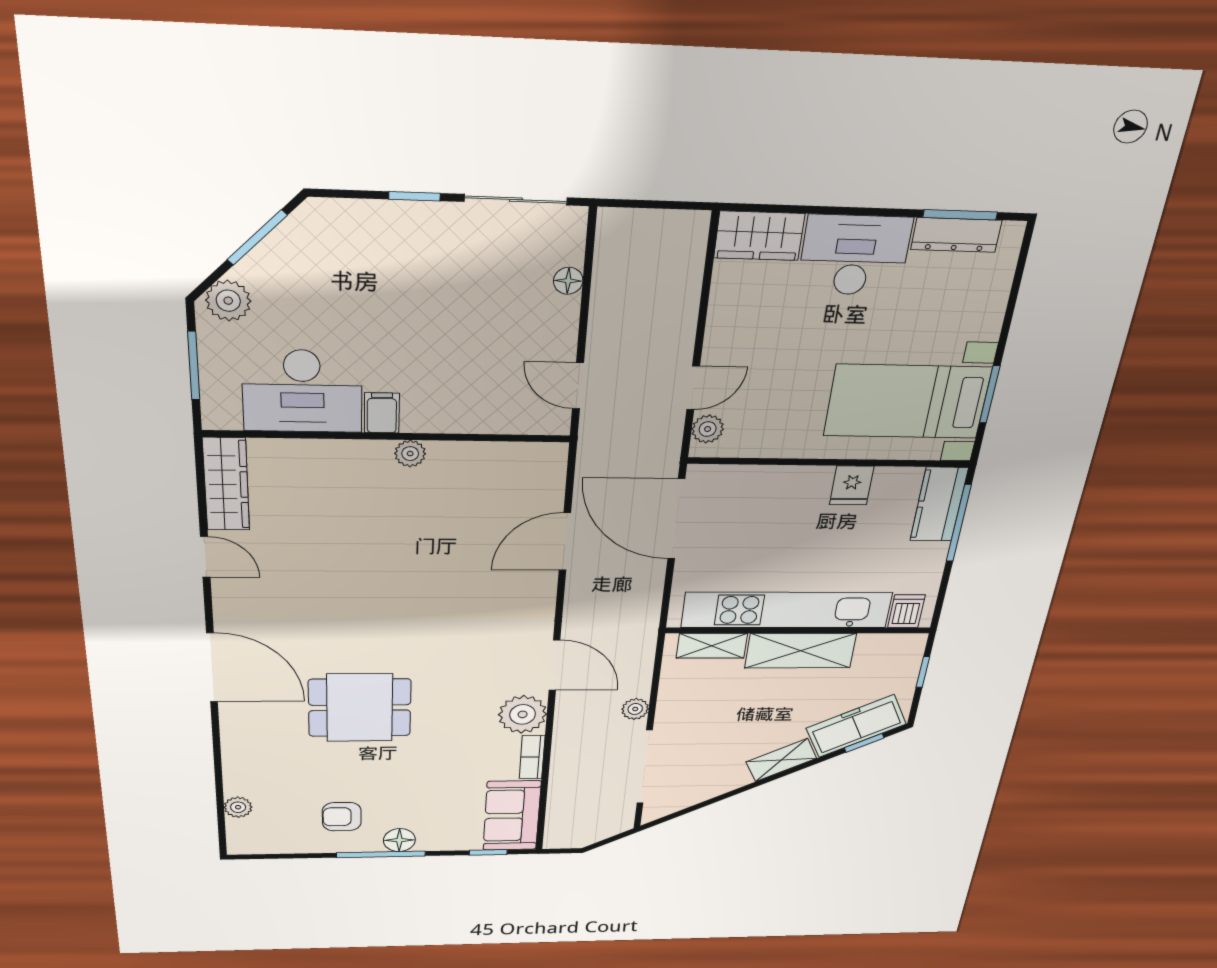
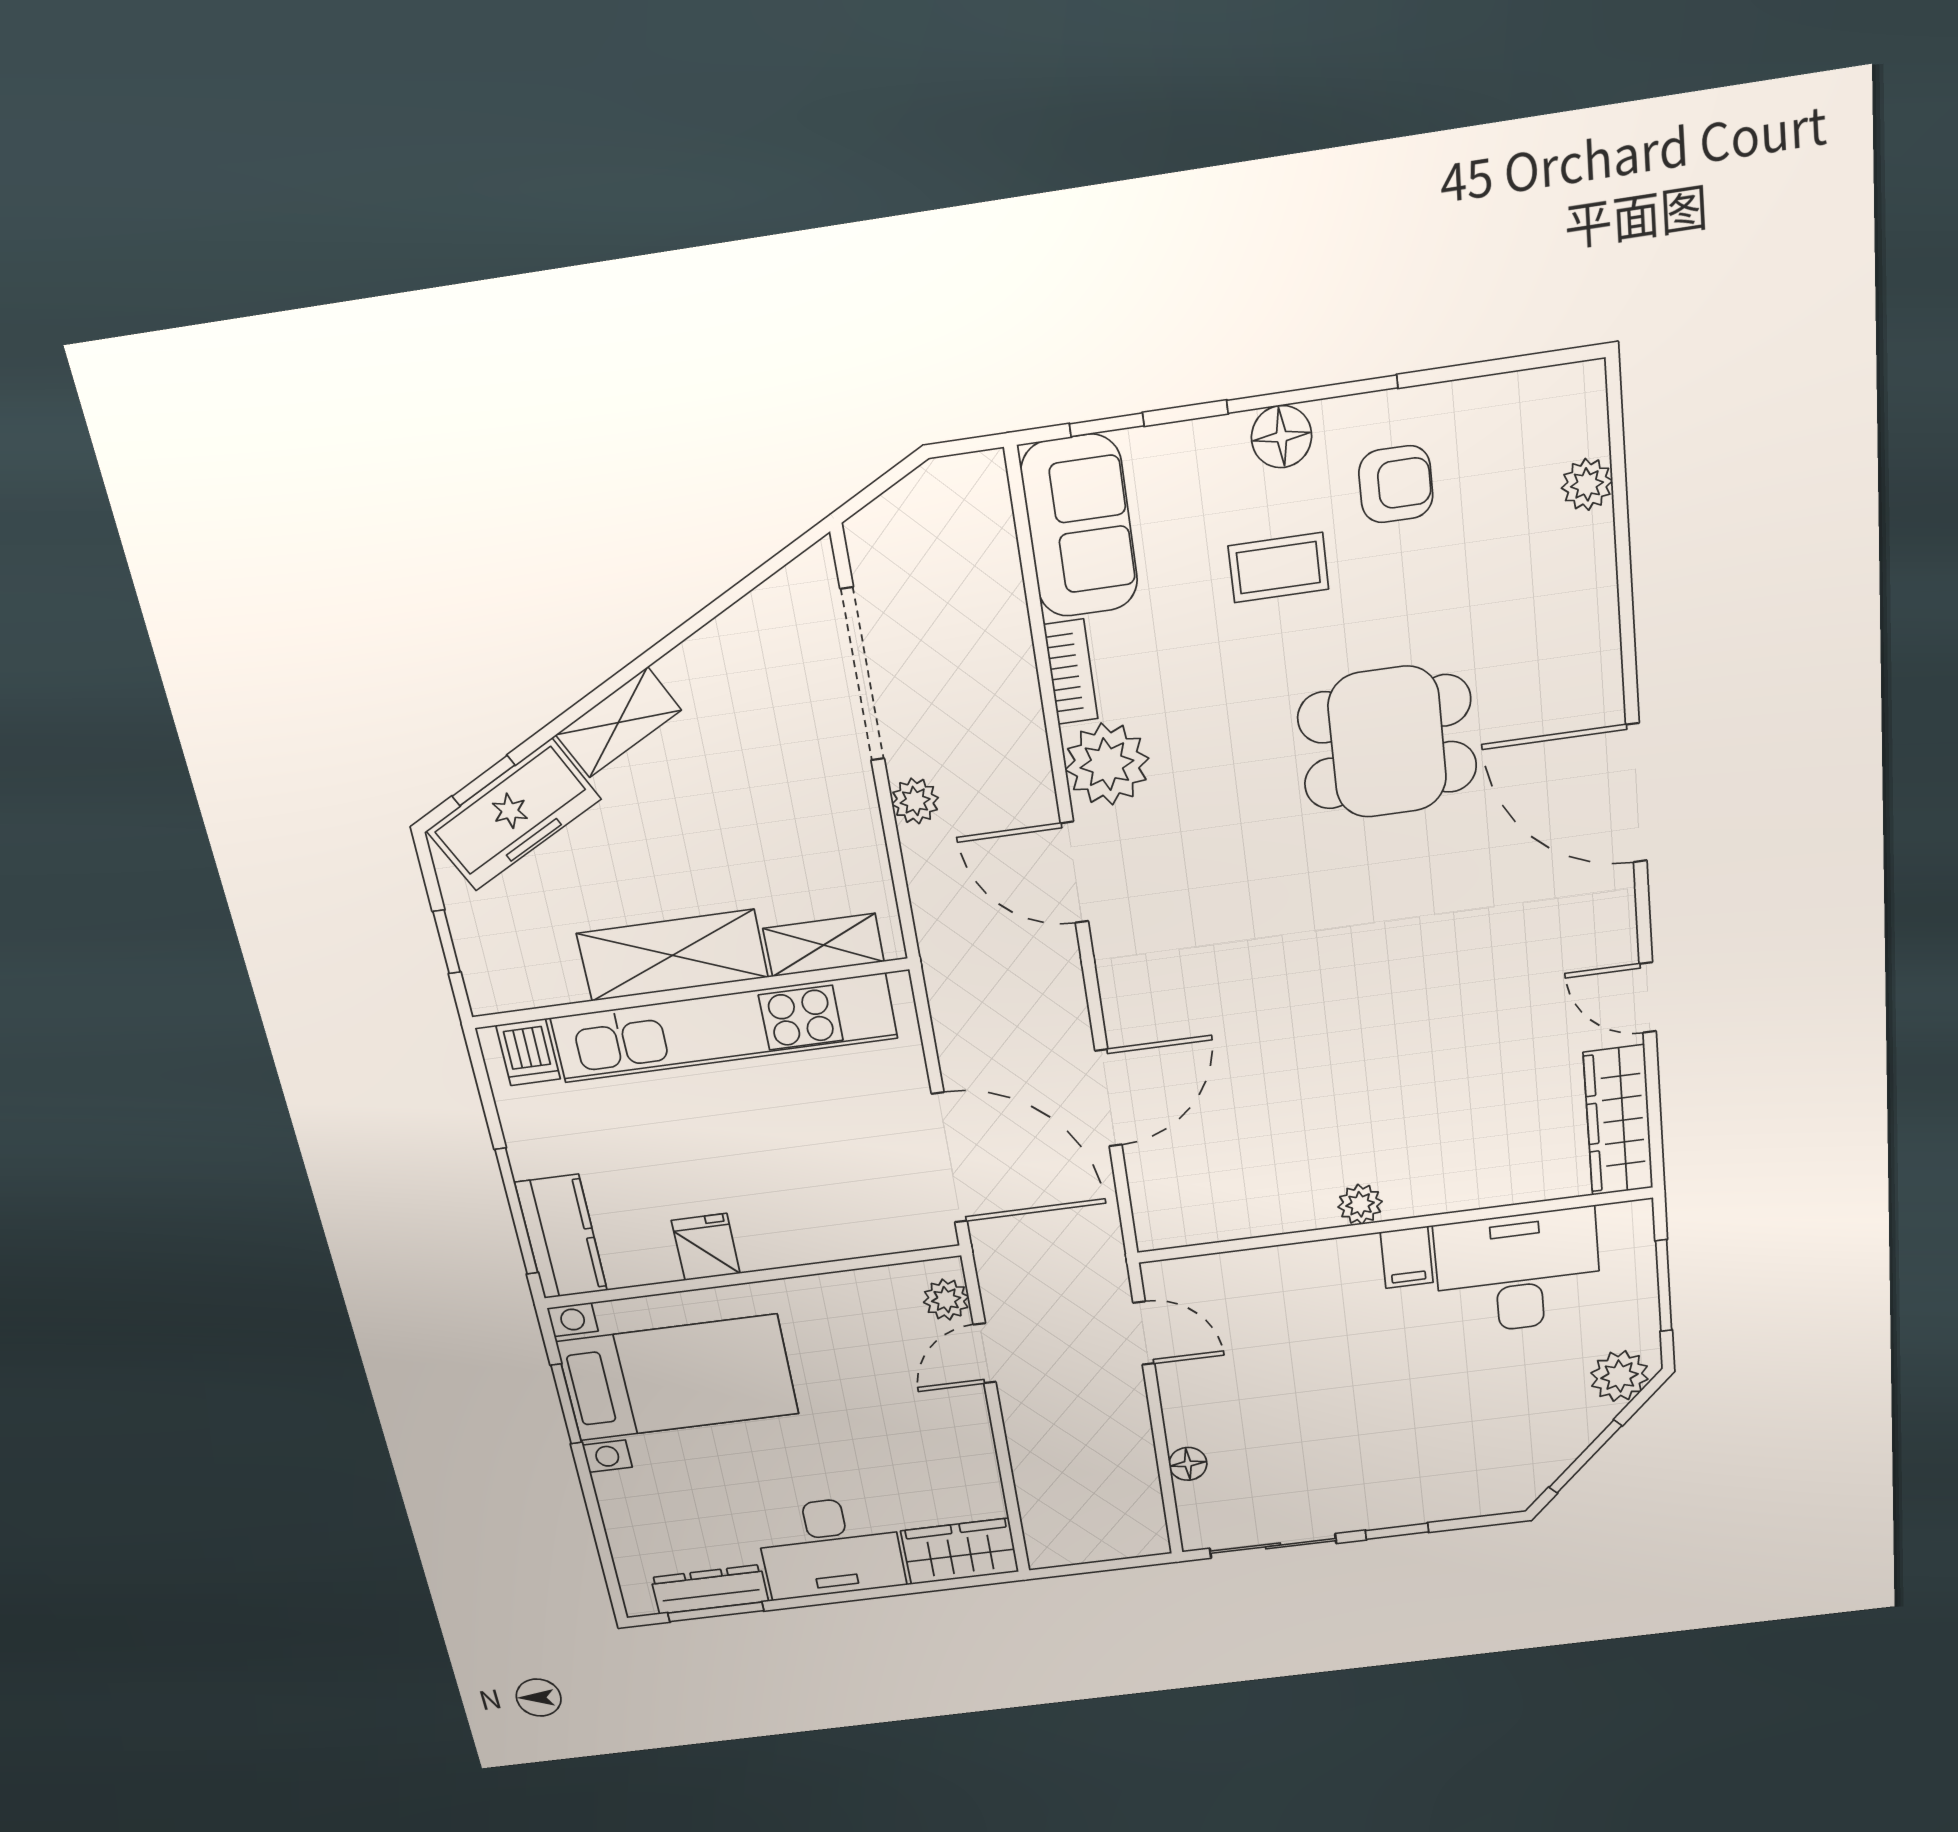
coffee table: (410, 789) -> (1278, 568), added

